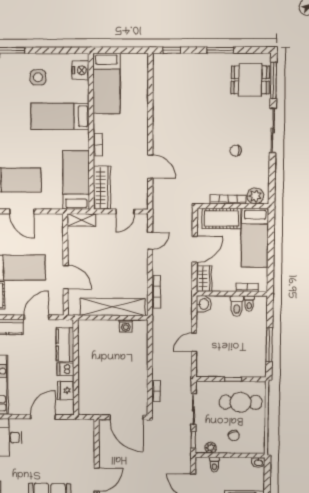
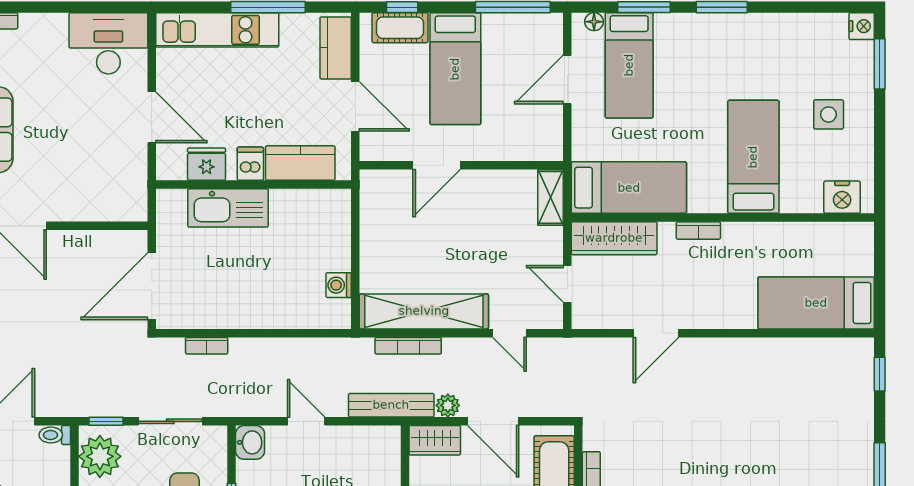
bed: (107, 84) -> (816, 303), moved
plant: (187, 272) -> (448, 405), added
bench: (186, 300) -> (391, 405), added
washbasin: (204, 304) -> (250, 442), moved, turned -90
shelving: (112, 307) -> (424, 311), moved, turned 90
kitchen sink: (88, 380) -> (228, 208), added
plant: (211, 448) -> (100, 456), width x1.87, depth x1.87
toilet: (214, 465) -> (55, 435), moved

